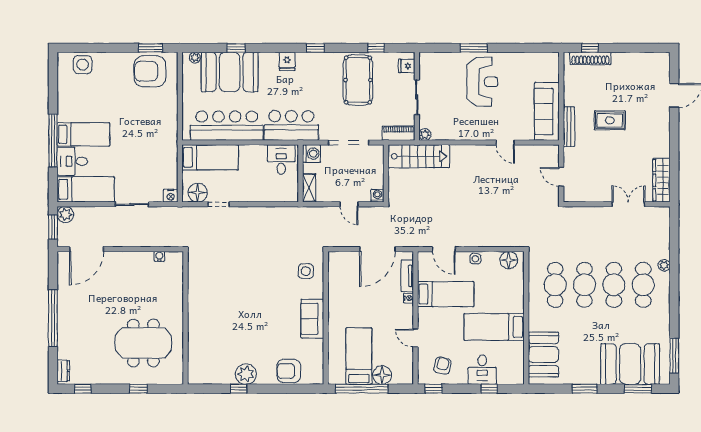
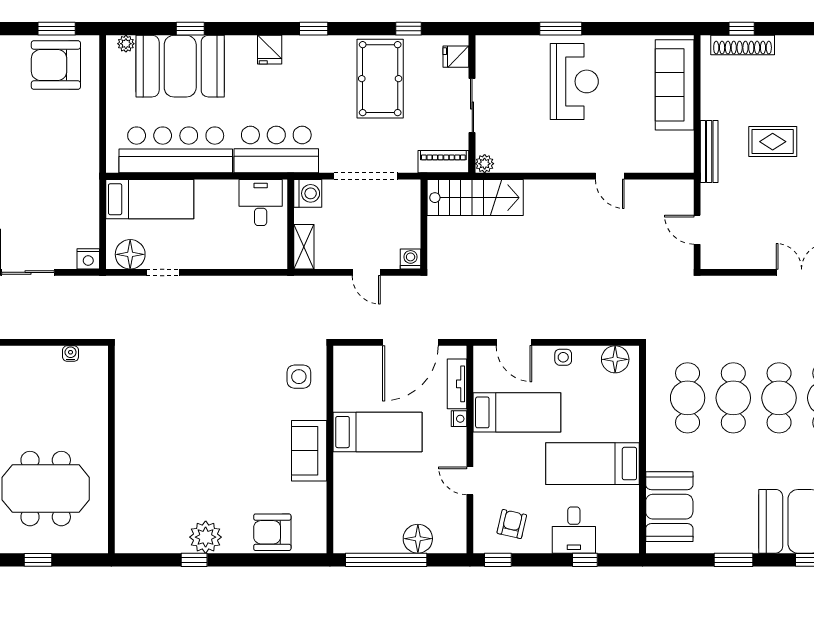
sofa: (547, 111) -> (675, 85), moved
bed: (359, 356) -> (377, 432), moved, turned 90

